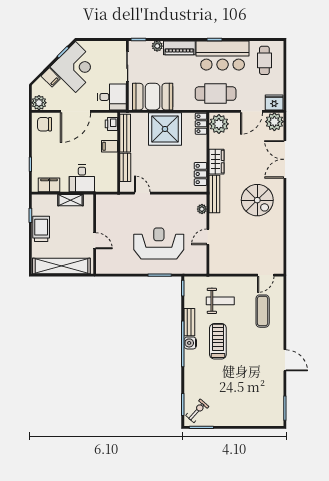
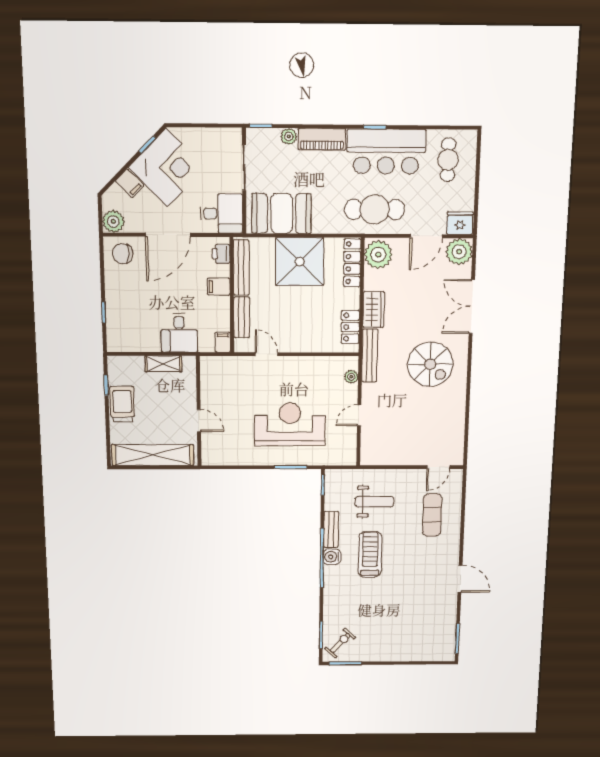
locker: (201, 124) -> (352, 263), width x1.53
filing cabinet: (49, 185) -> (223, 342), moved, width x0.50

